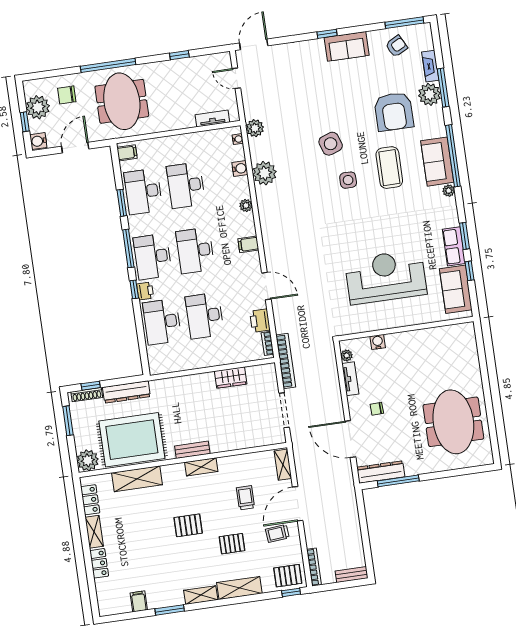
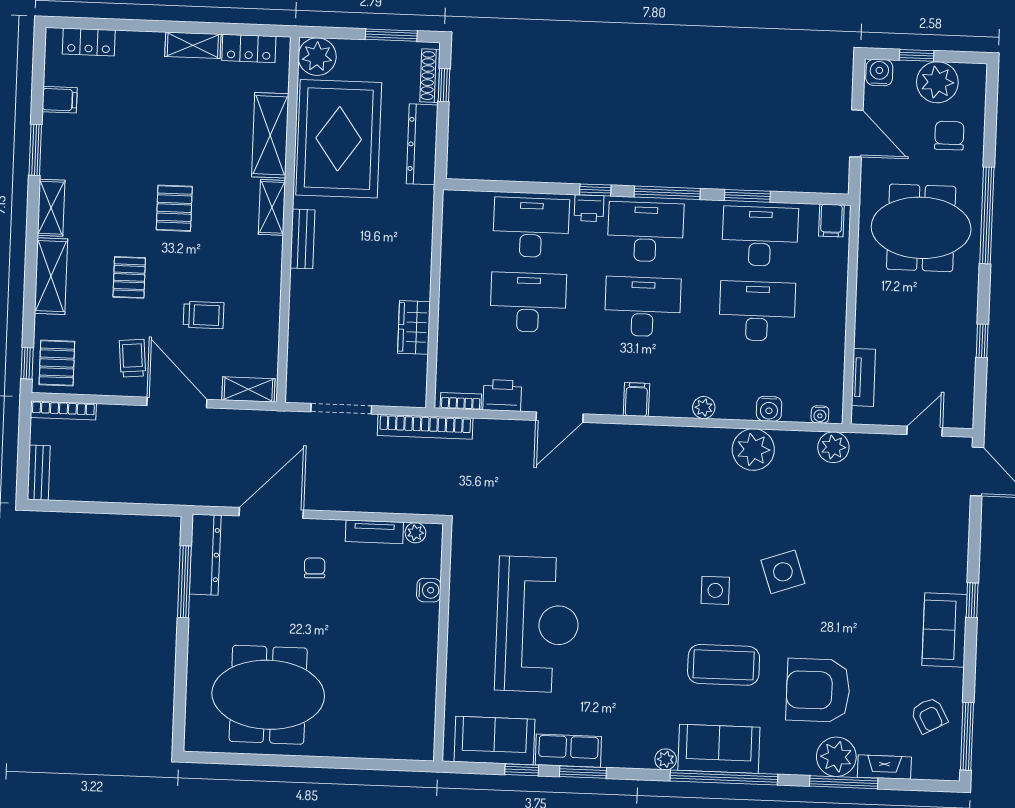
shelving: (201, 467) -> (272, 207), moved
locker: (99, 563) -> (89, 42), moved

